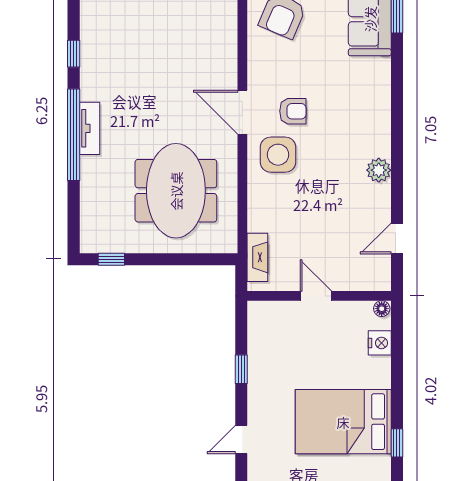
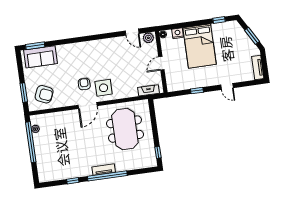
plant: (379, 170) -> (148, 38), moved
meeting table: (176, 191) -> (125, 129), turned 90
bed: (343, 422) -> (200, 46), moved

